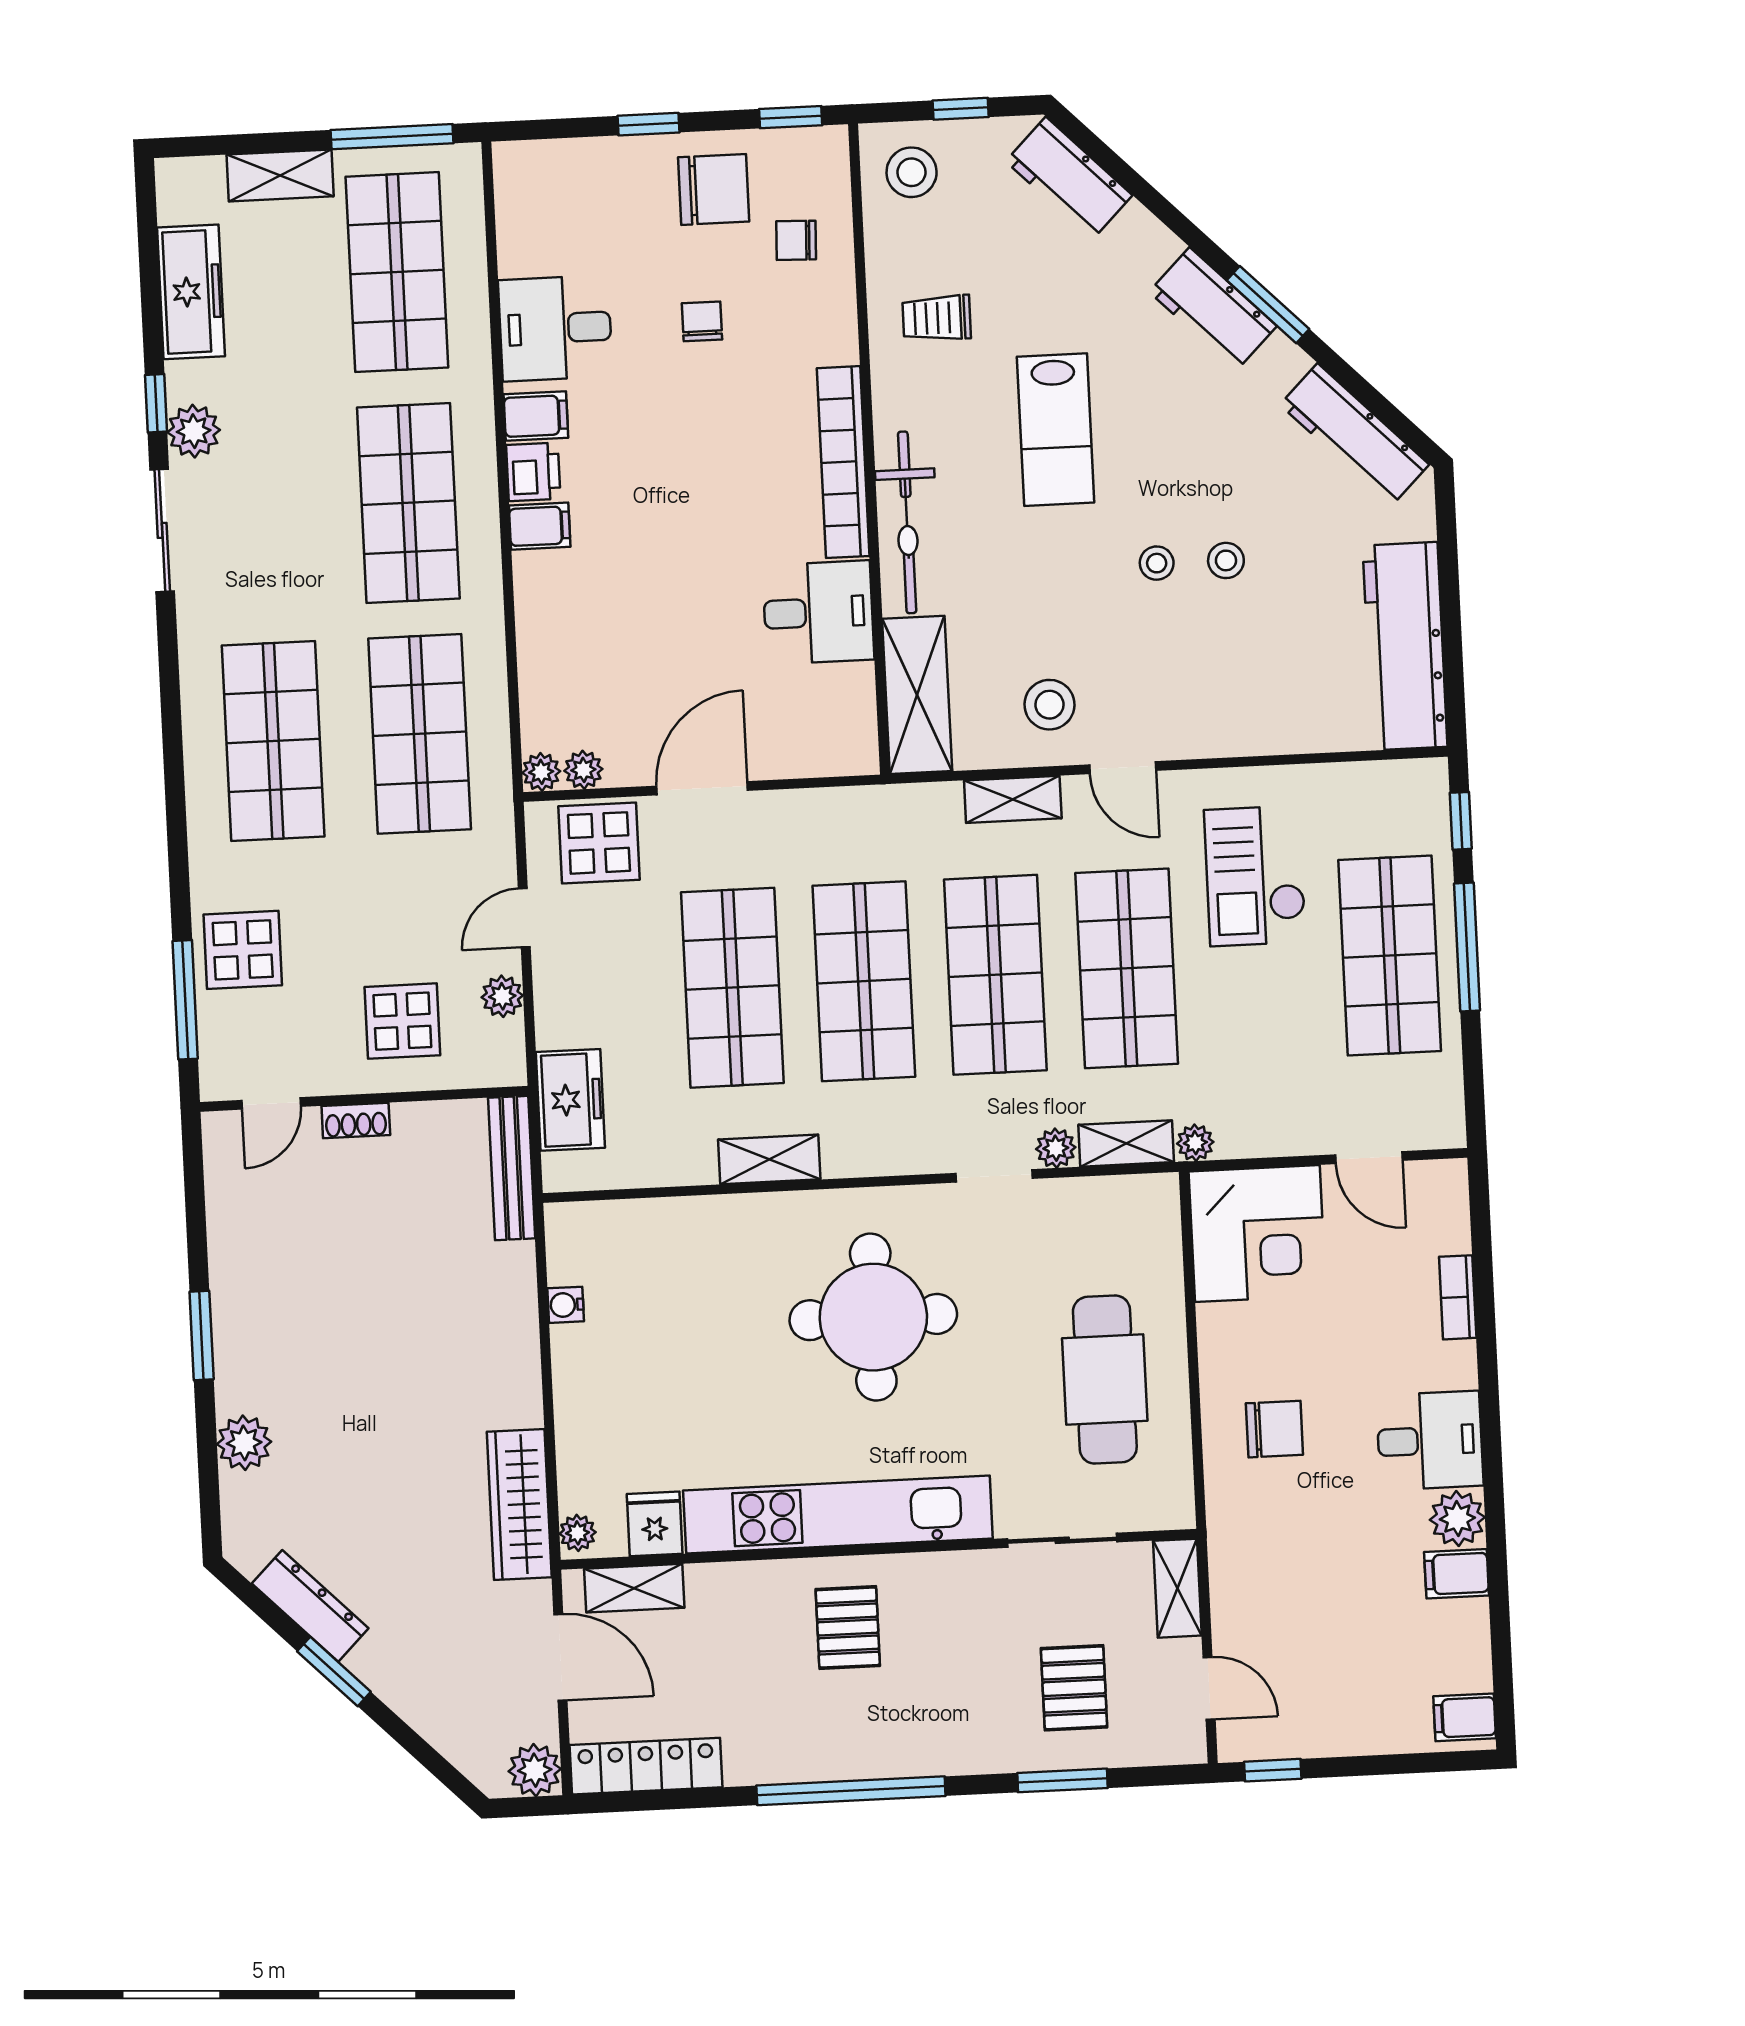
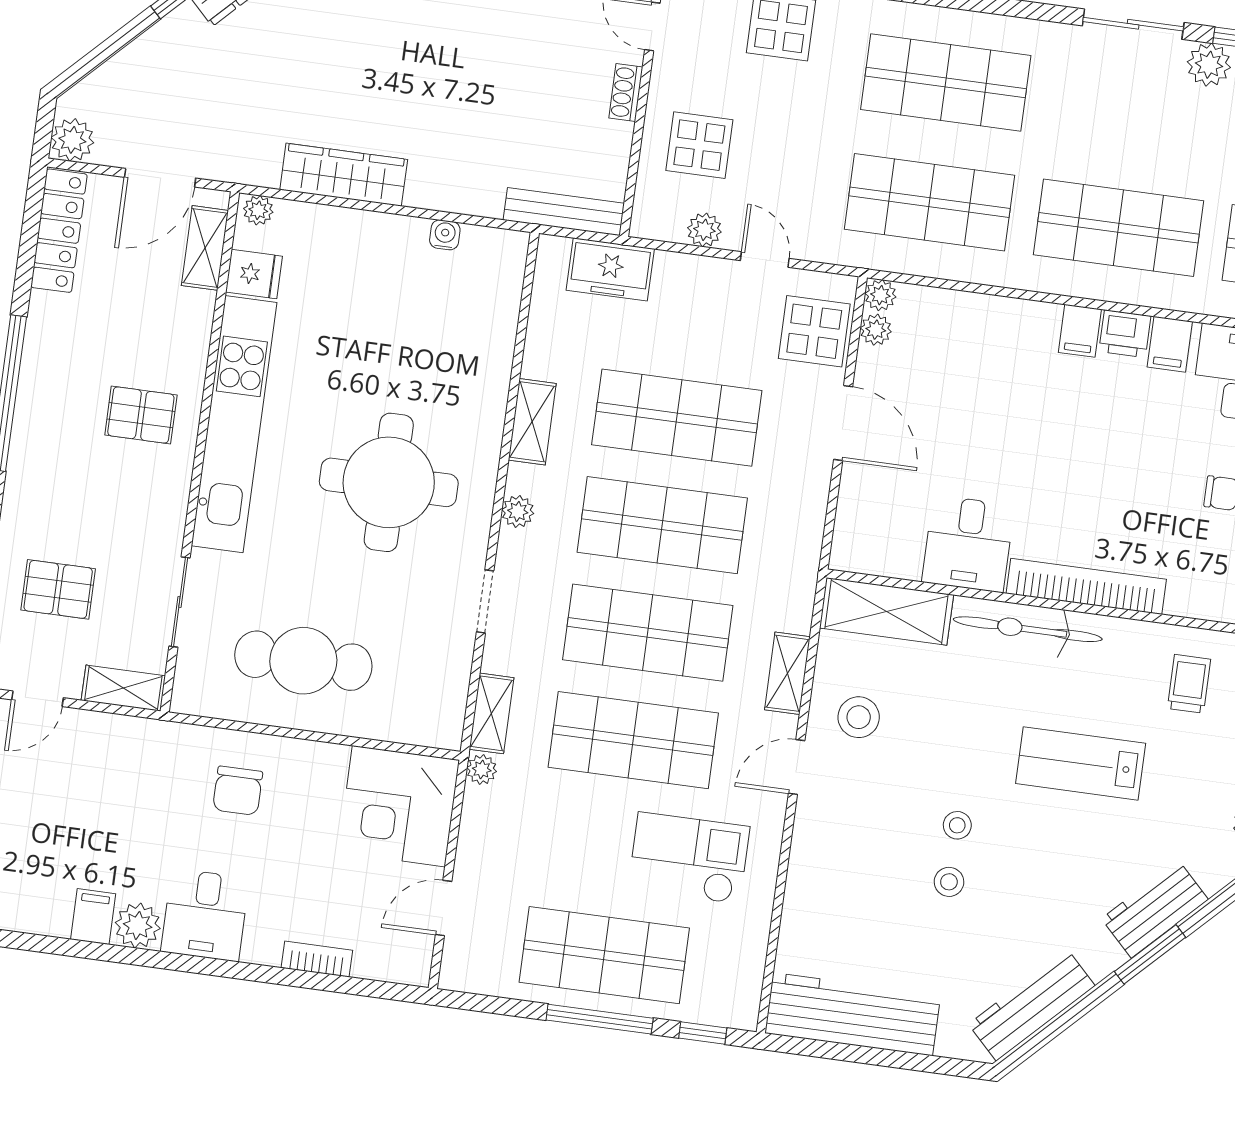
plant: (1056, 1148) -> (518, 511), moved
wardrobe: (519, 1504) -> (344, 175), moved

